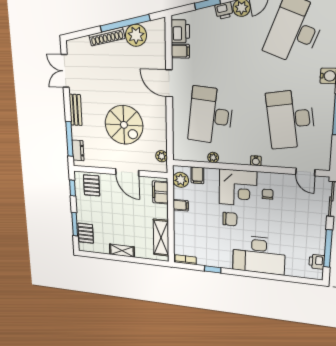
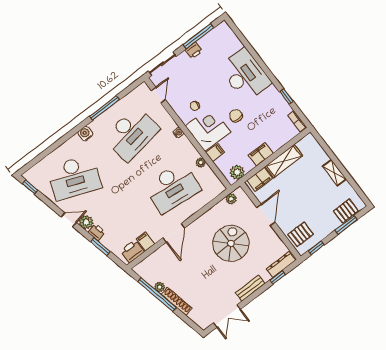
plant: (136, 35) -> (160, 287), width x0.53, depth x0.53
window: (69, 139) -> (278, 277), width x0.46
dresser: (78, 150) -> (281, 264), width x1.44
filing cabinet: (197, 175) -> (215, 153), moved
filing cabinet: (181, 205) -> (261, 154), width x2.00
shelving: (161, 238) -> (284, 161), moved
printer: (317, 262) -> (194, 51), moved

